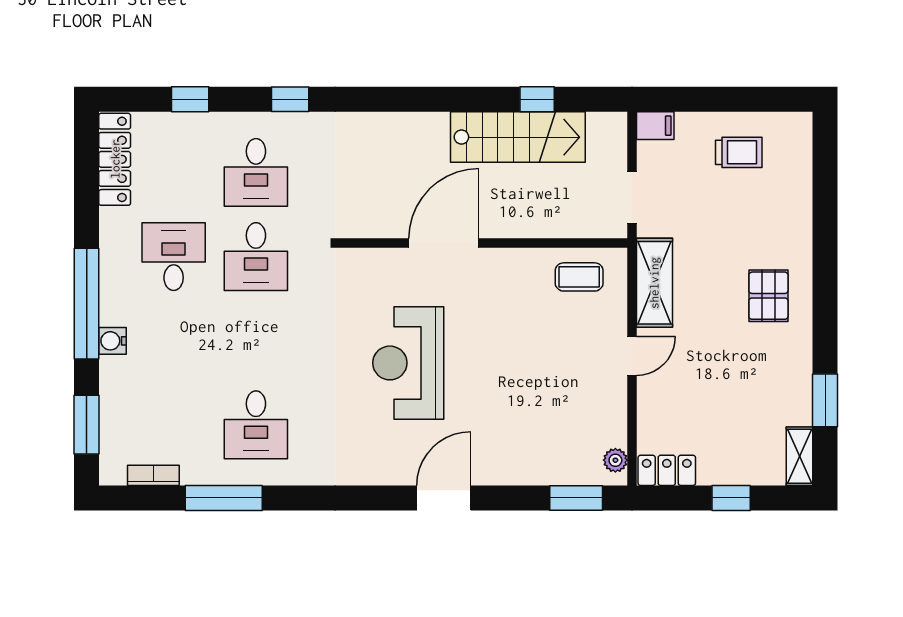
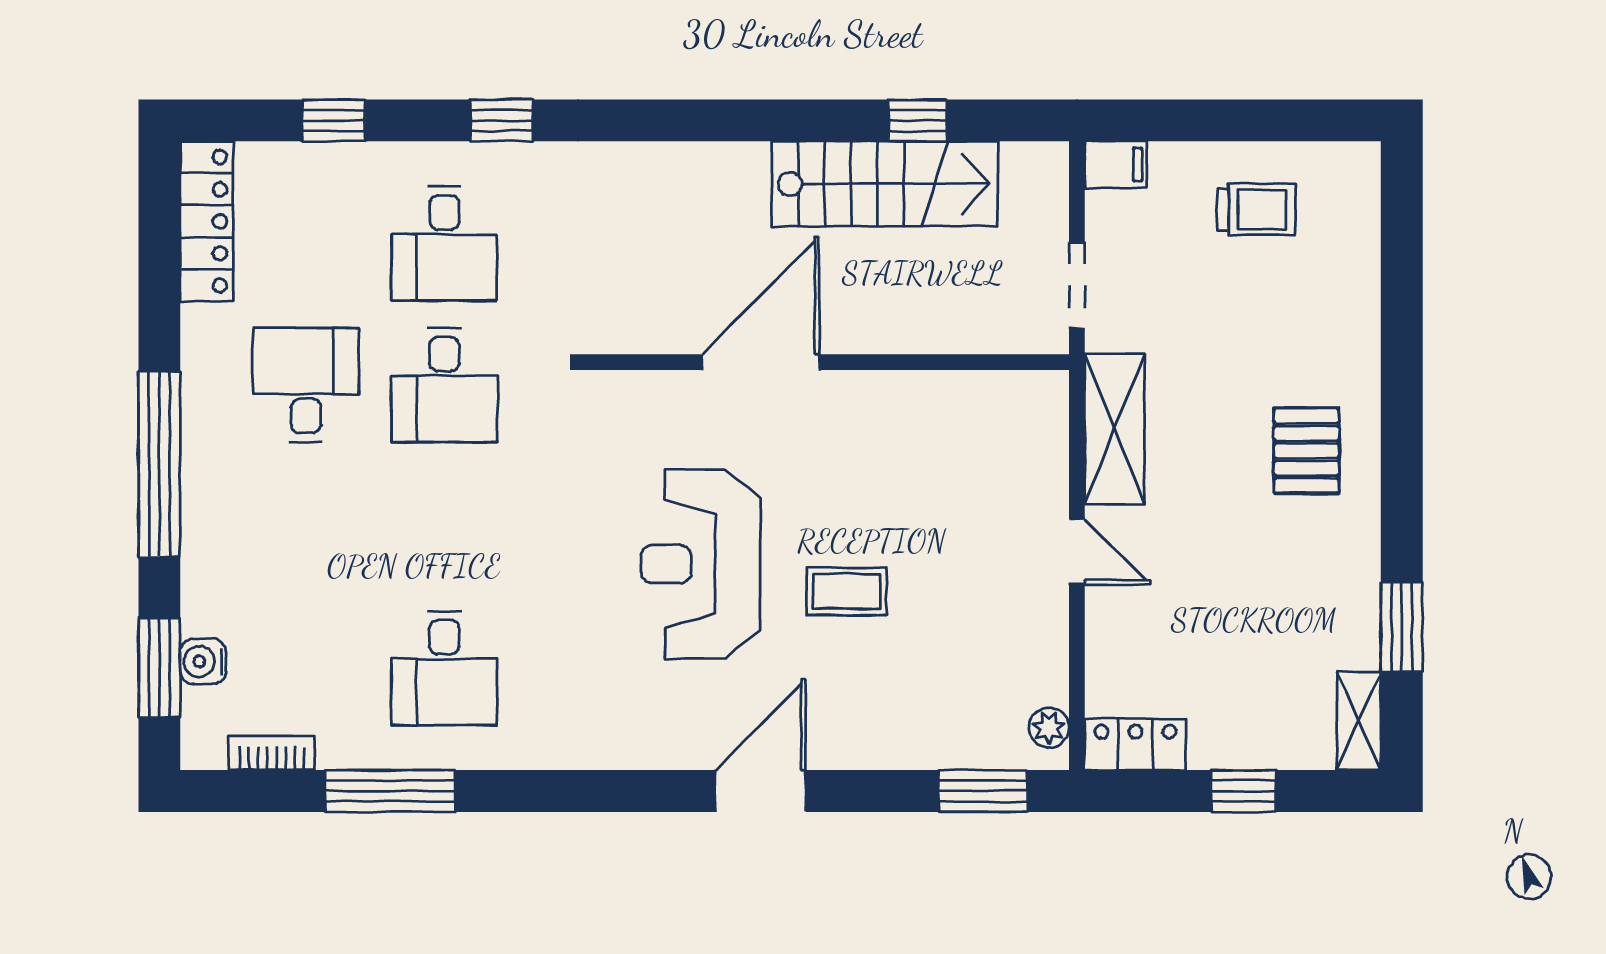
coffee table: (579, 277) -> (847, 591), moved
water cooler: (112, 341) -> (203, 662), moved
door: (632, 356) -> (1077, 552), hinge flipped

